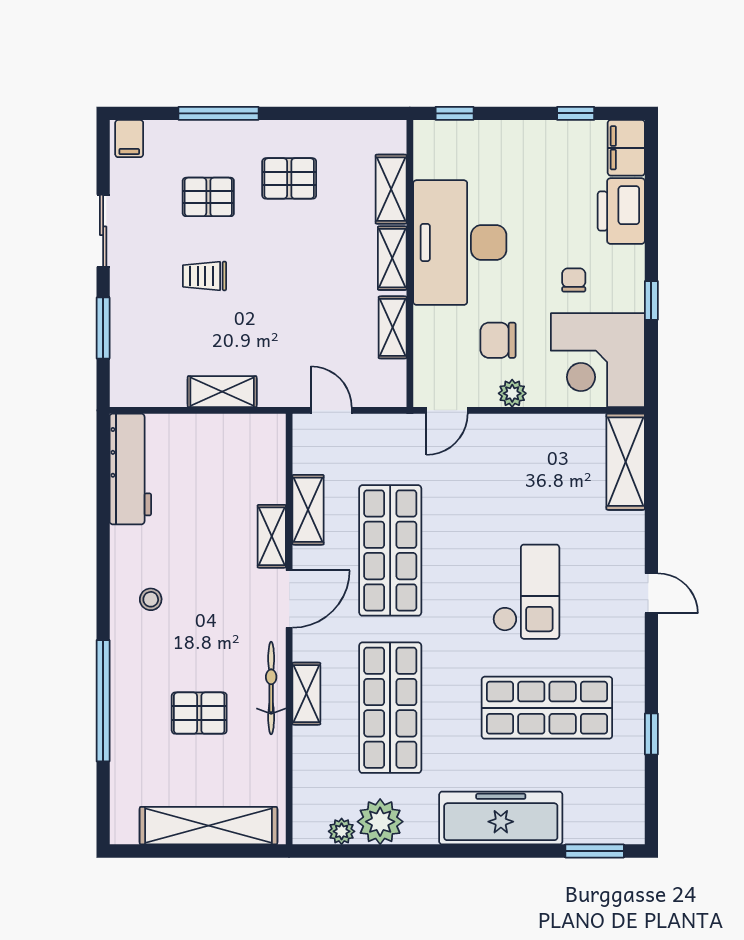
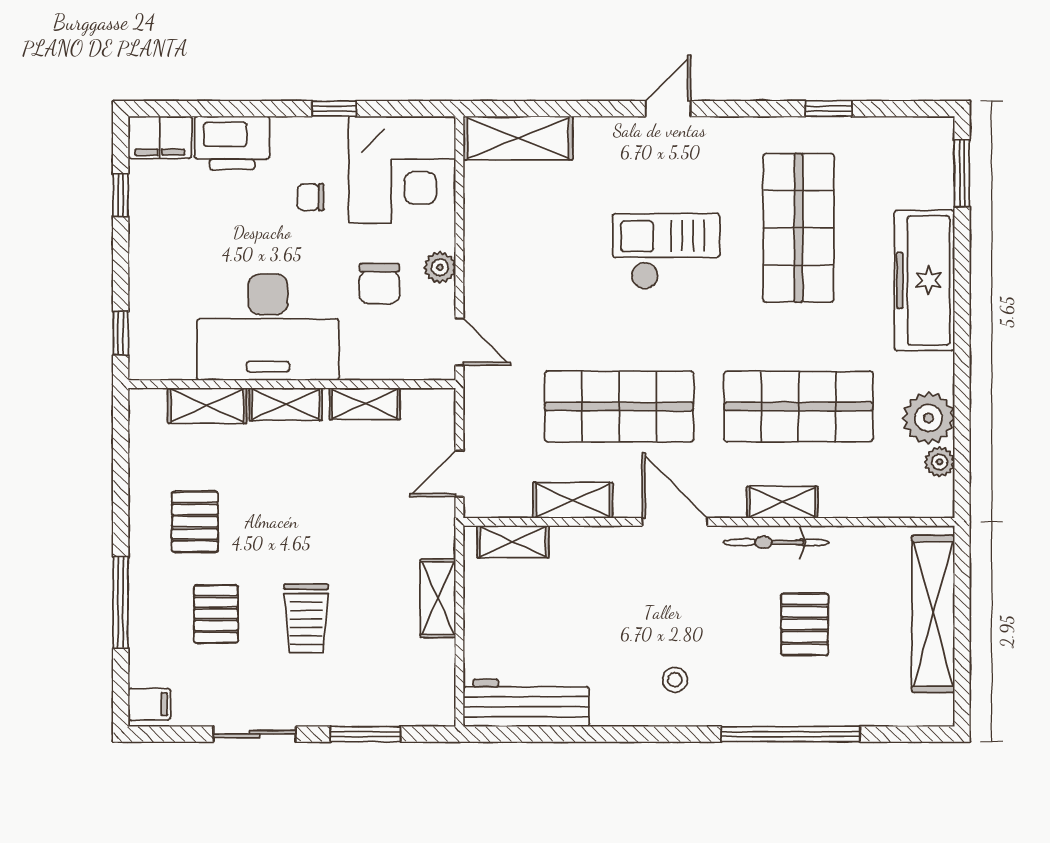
trolley: (205, 276) -> (306, 618), width x1.36, depth x1.39
shelving: (272, 536) -> (513, 542), moved

